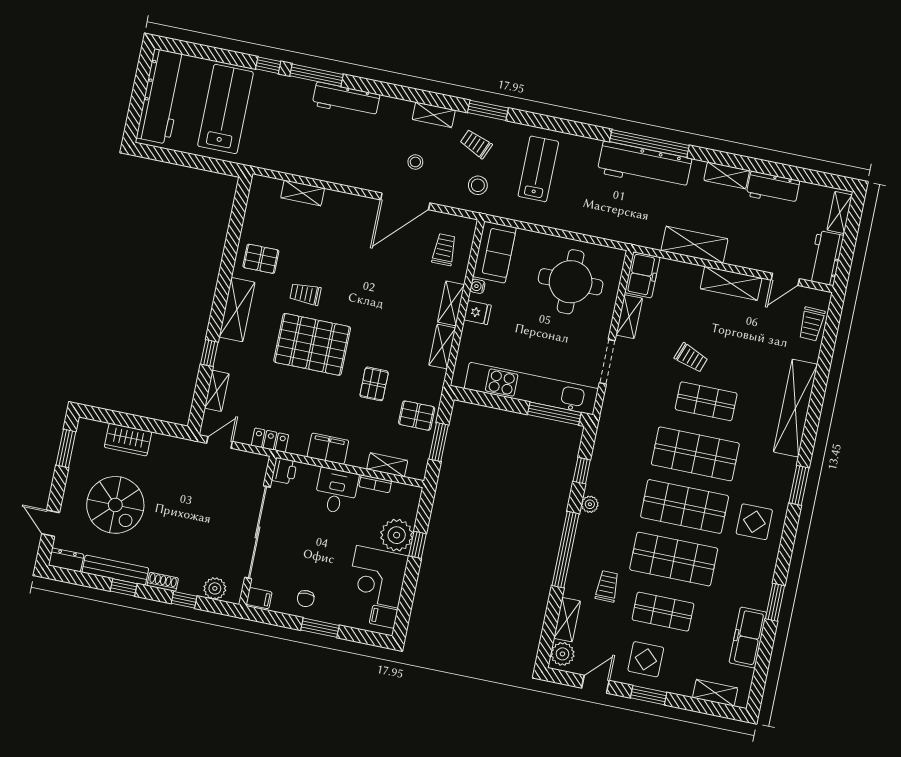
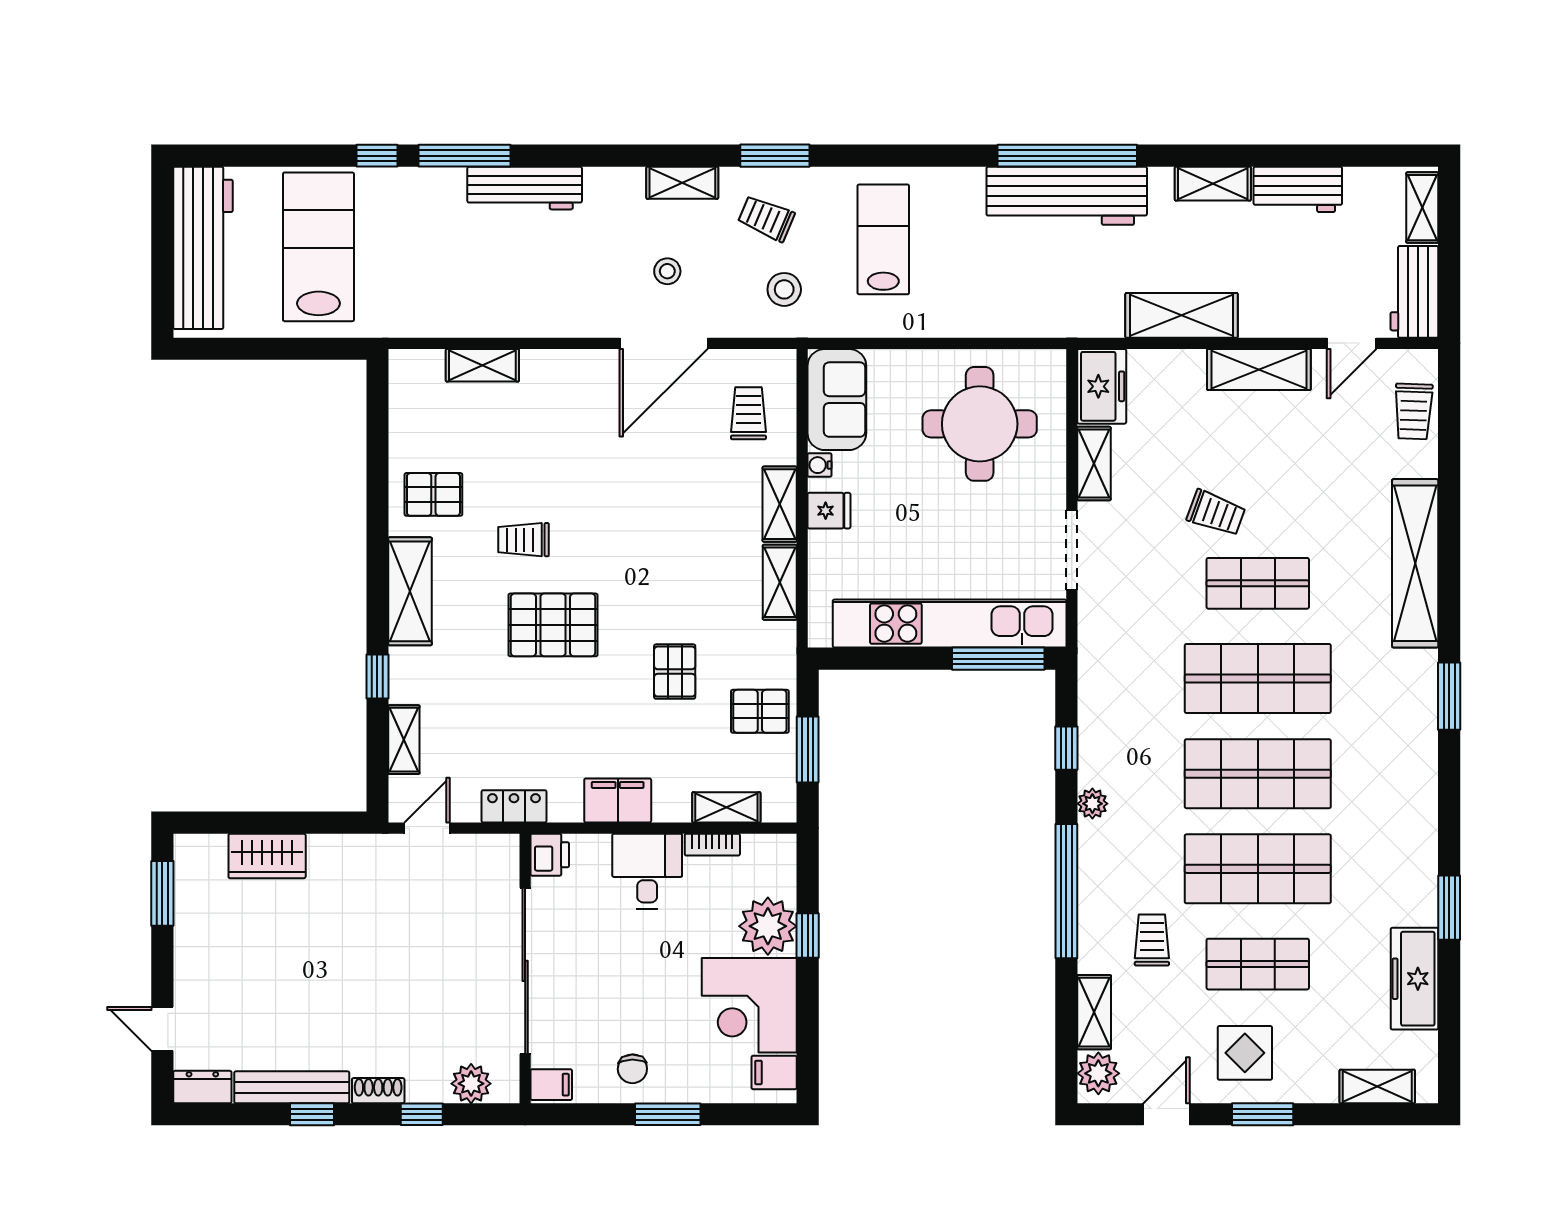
pallet: (312, 344) -> (553, 625), width x0.73, depth x0.71
spiral stairs: (115, 505) -> (268, 974), removed
display table: (754, 522) -> (1384, 775), removed

